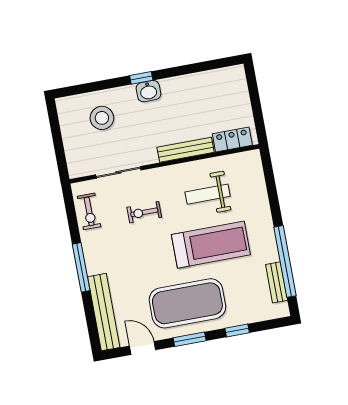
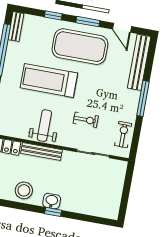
stool: (102, 118) -> (24, 190), moved
weight bench: (208, 194) -> (44, 126), moved, turned -90
bench: (277, 282) -> (16, 27), moved

